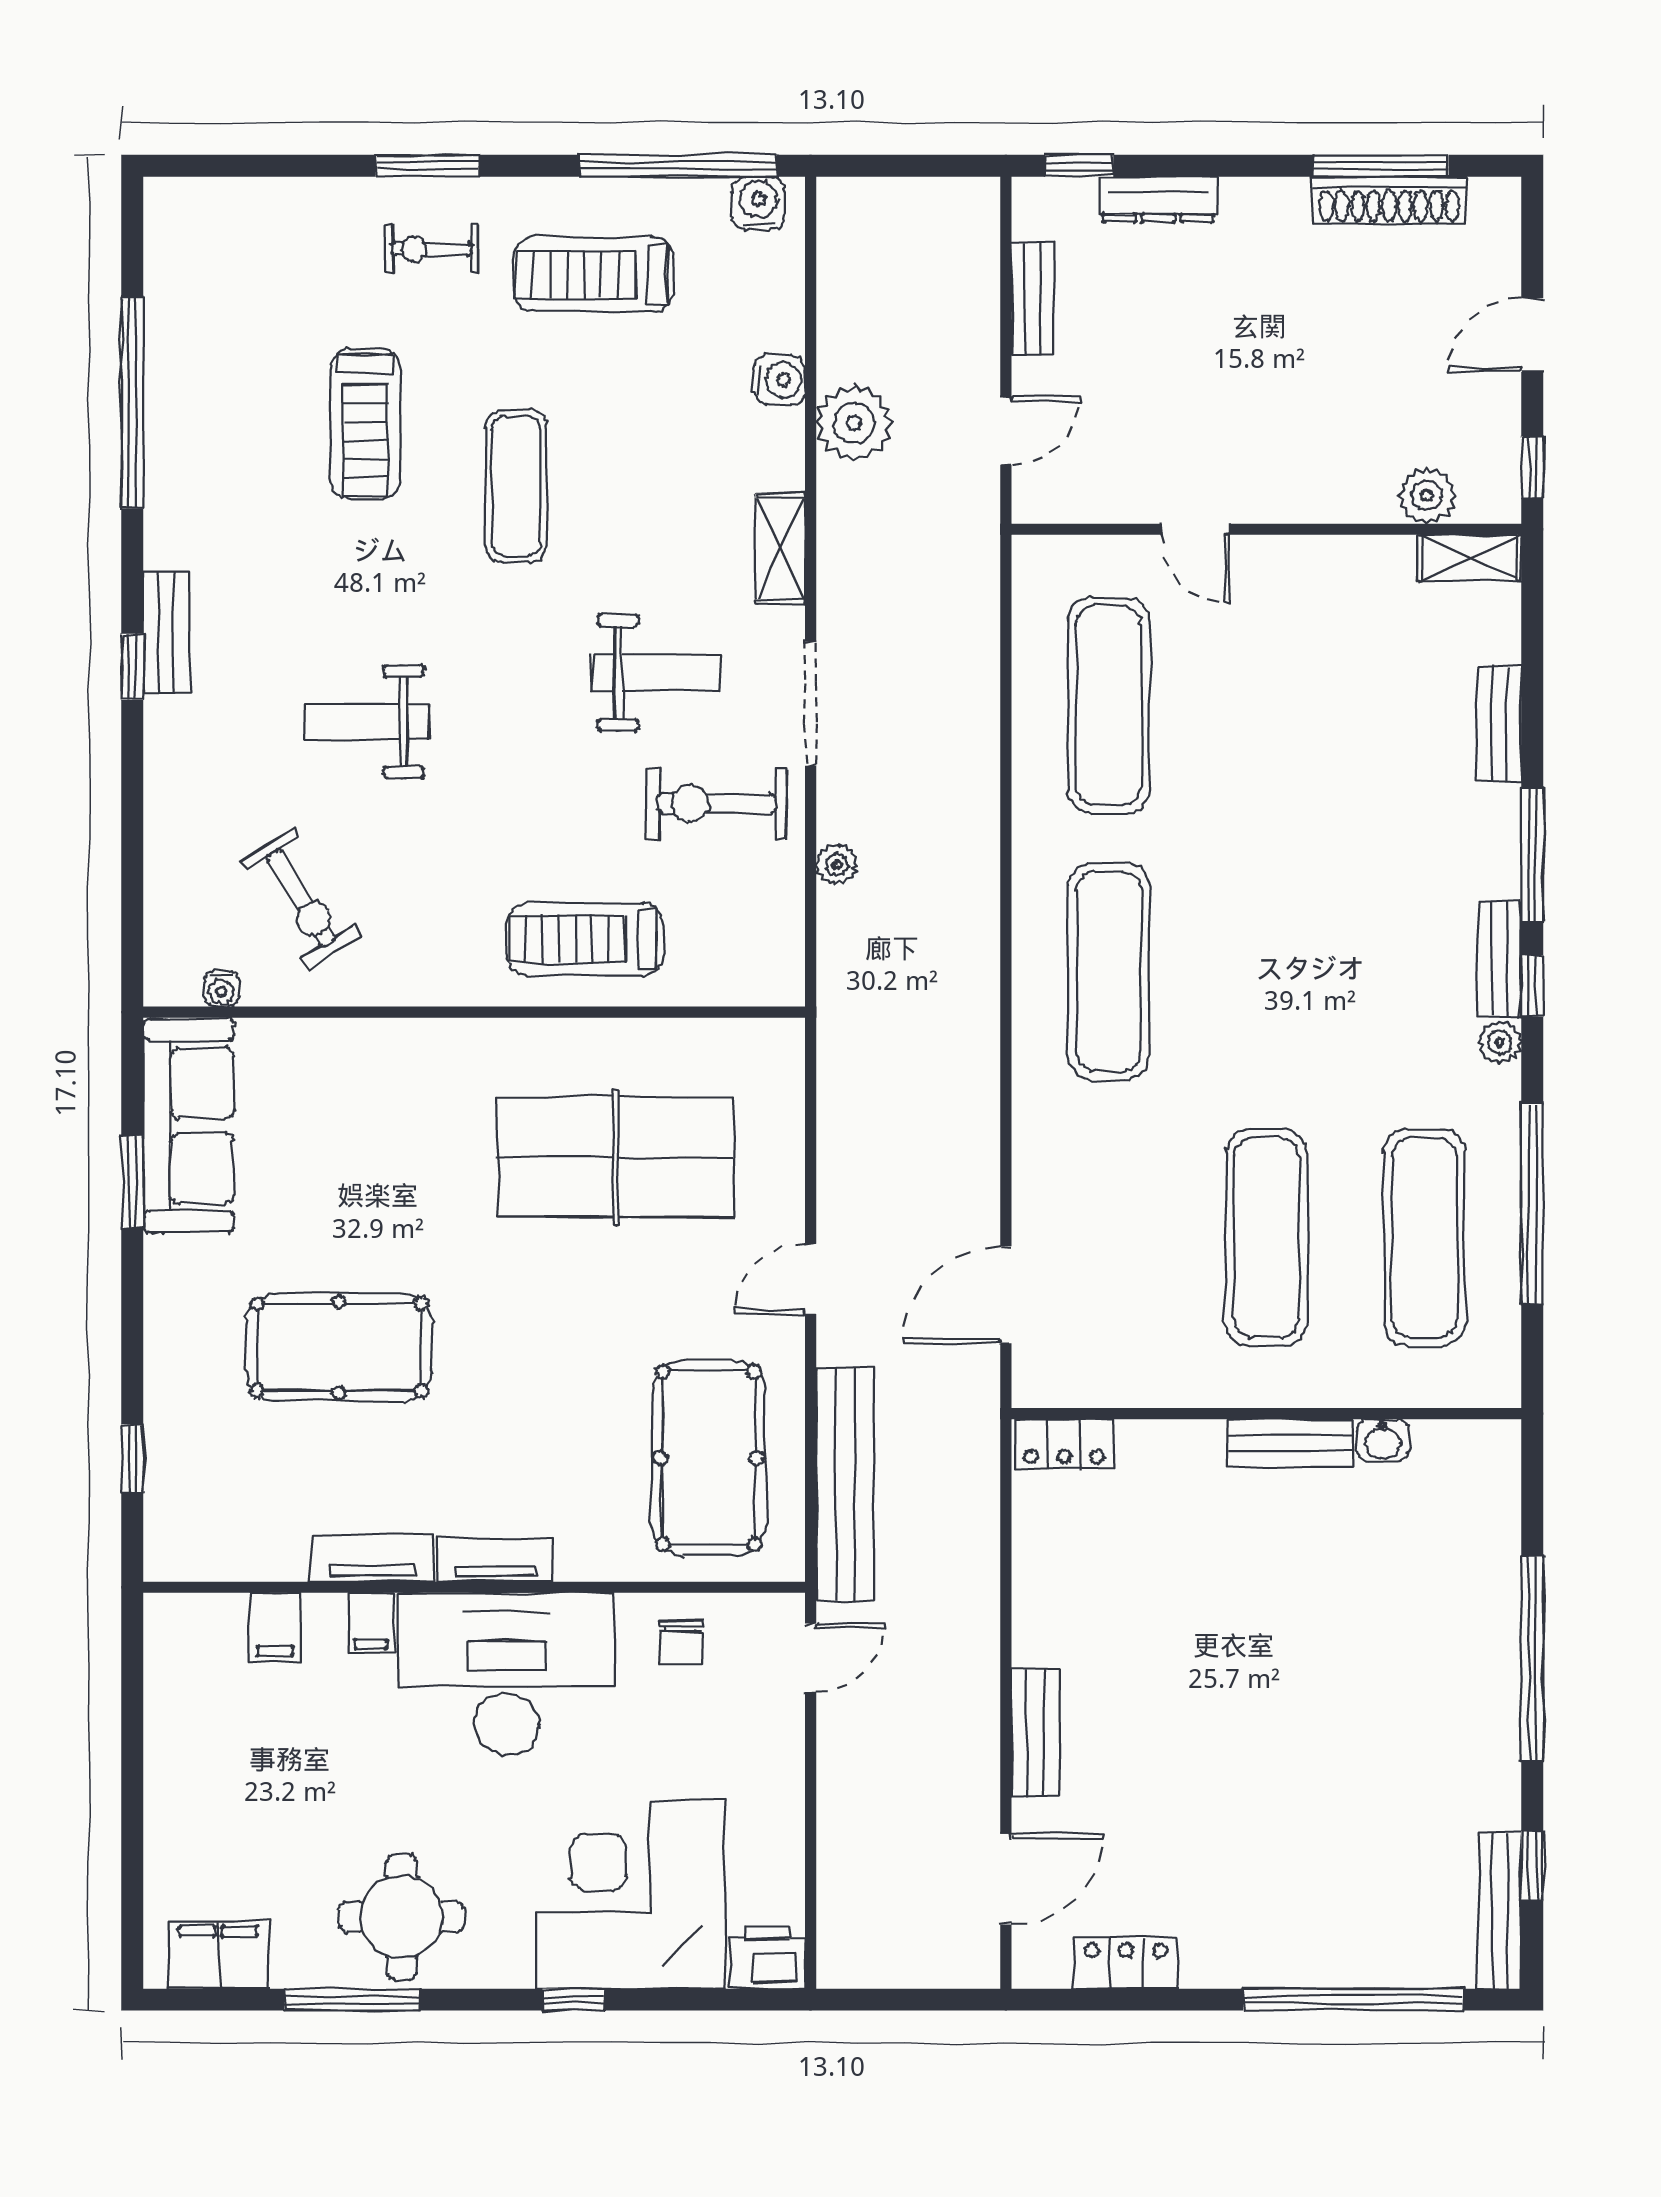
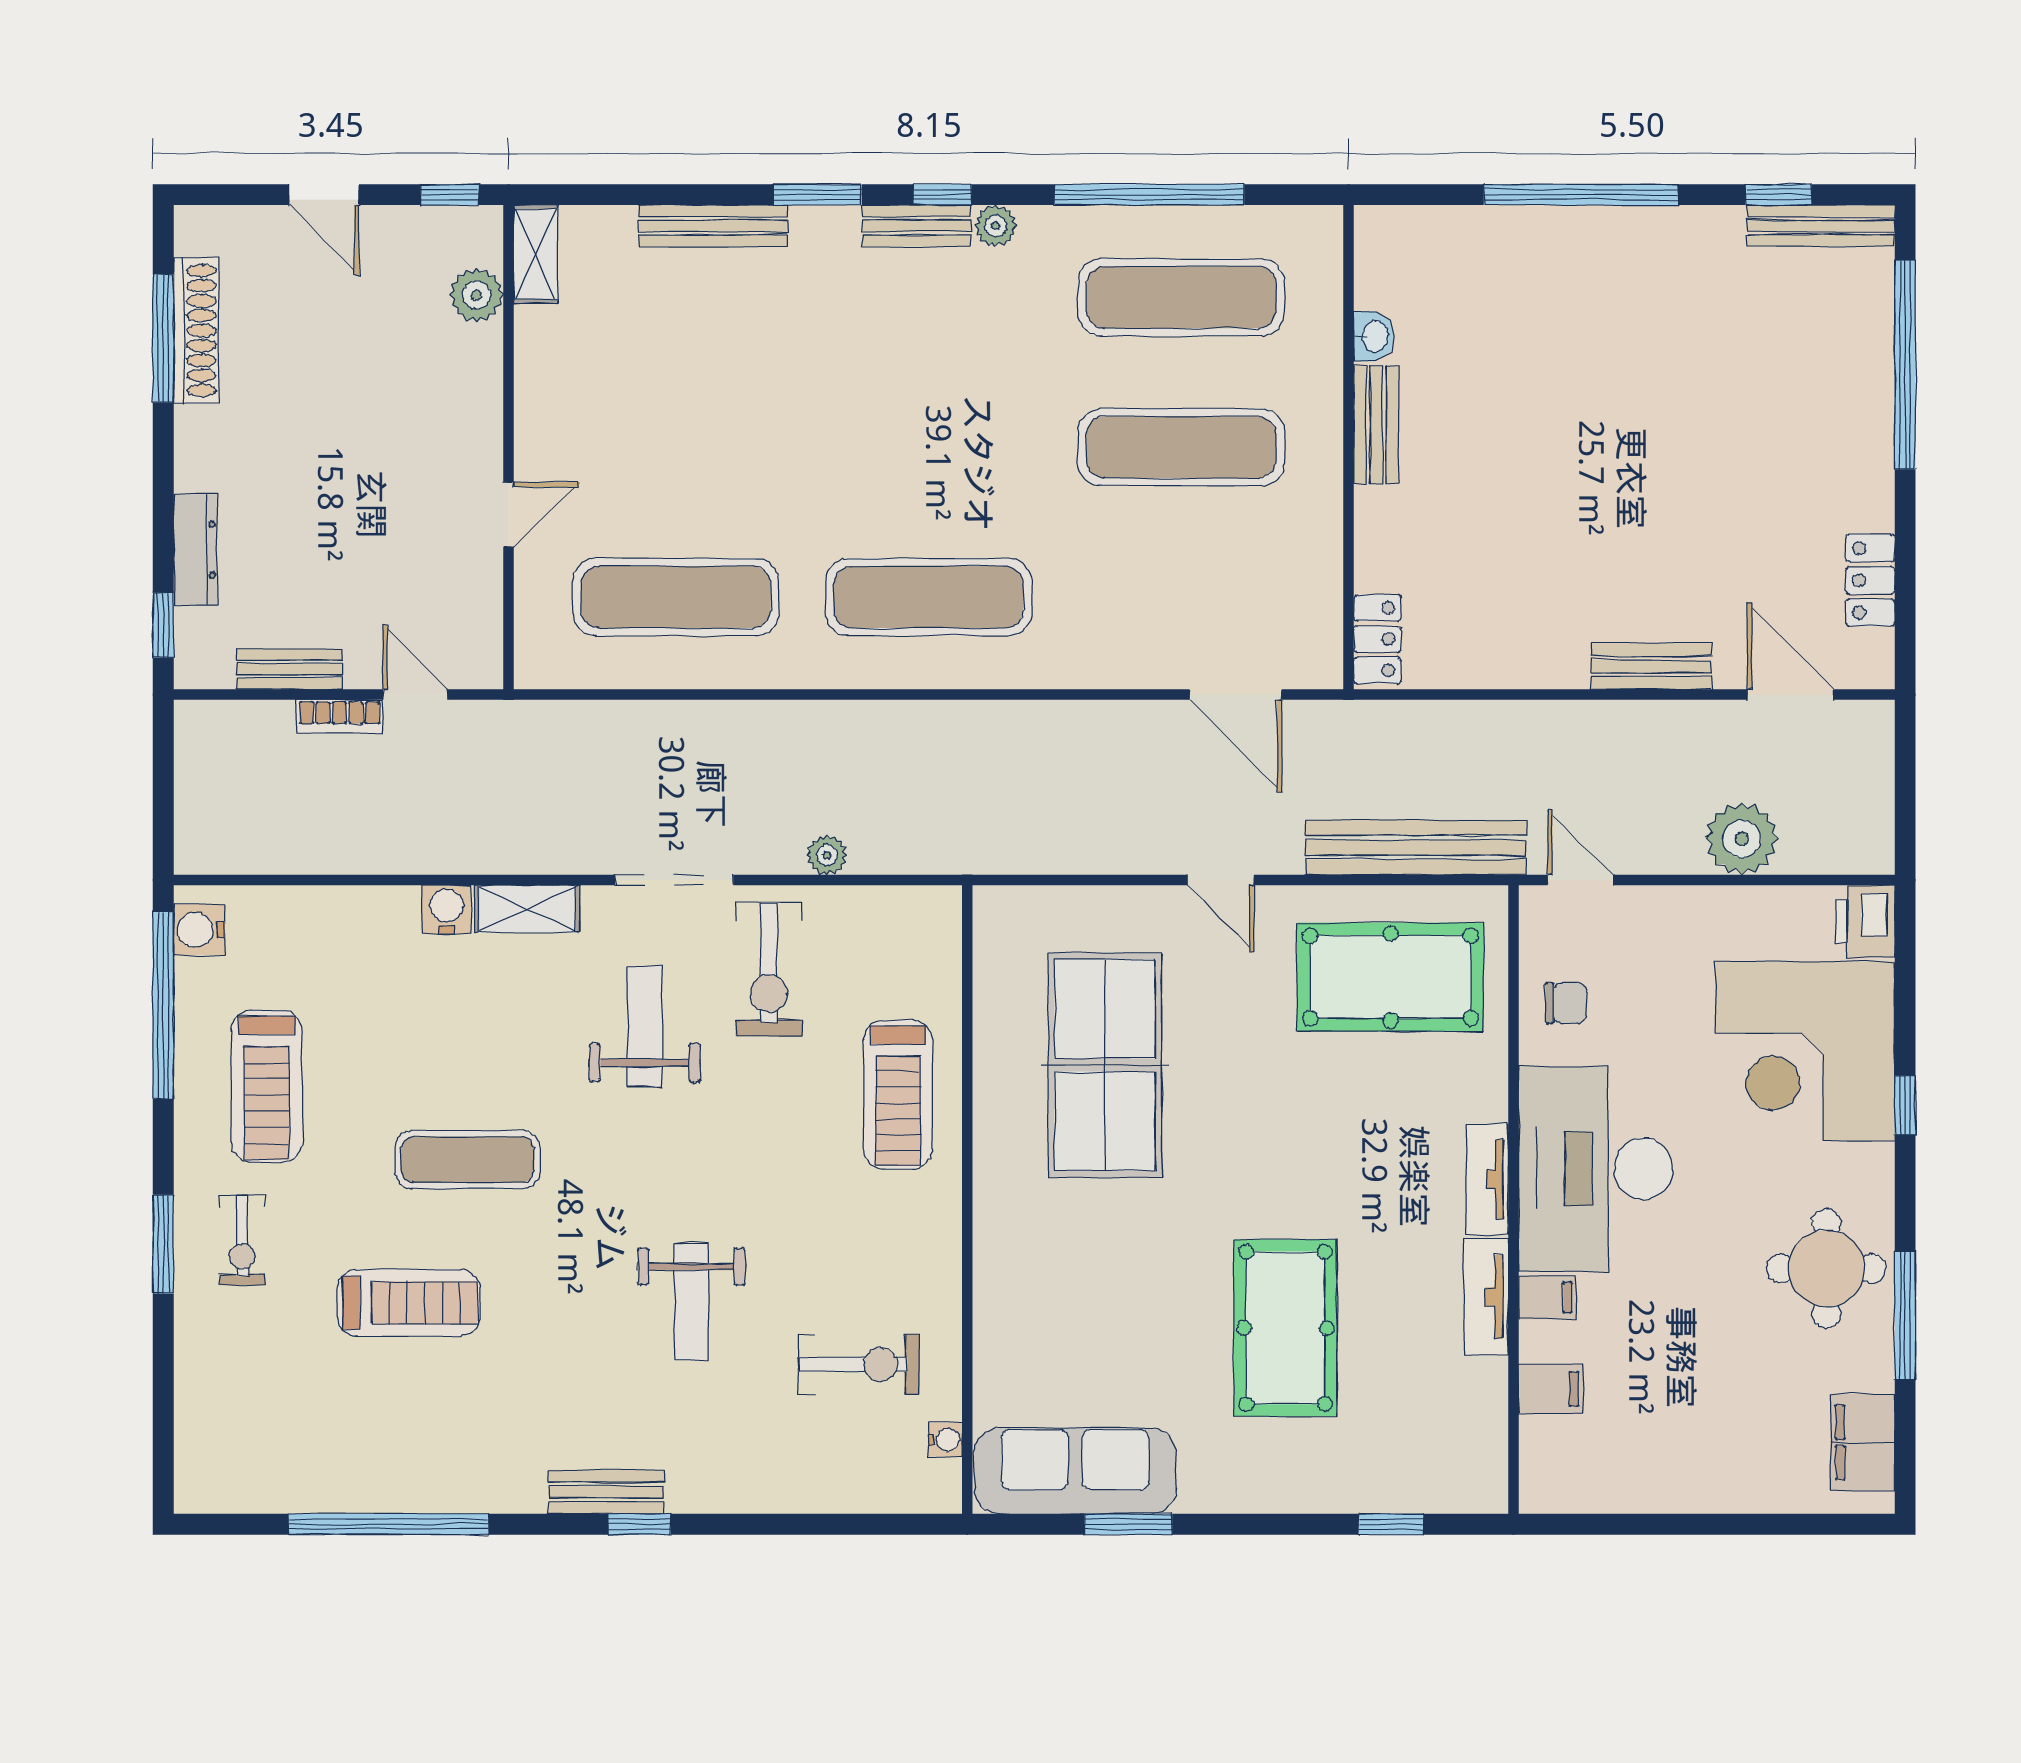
bookcase: (982, 351) -> (339, 717), added
water cooler: (780, 380) -> (446, 909), moved
plant: (854, 423) -> (1742, 839), moved
bench: (1499, 724) -> (713, 226), width x1.36
window: (1532, 854) -> (817, 195), width x0.69
exercise bike: (301, 898) -> (859, 1364), turned 32

